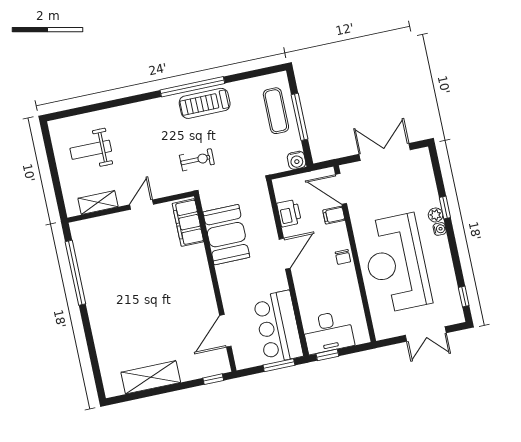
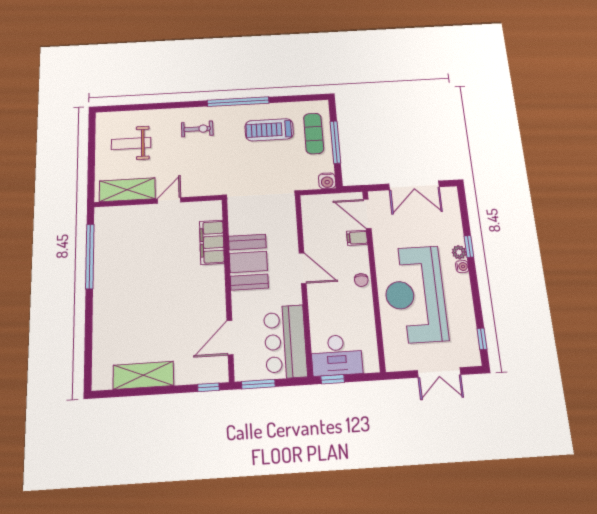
treadmill: (205, 103) -> (269, 130), moved
double door: (385, 152) -> (414, 185), swing flipped
exercise bike: (197, 160) -> (197, 129), moved
shelving: (98, 203) -> (127, 190), width x1.50, depth x1.33
printer: (289, 213) -> (313, 229), removed
filing cabinet: (188, 223) -> (212, 242), moved
booth: (226, 235) -> (248, 262), moved
door: (285, 254) -> (303, 268), hinge flipped
window: (279, 365) -> (258, 384), moved

